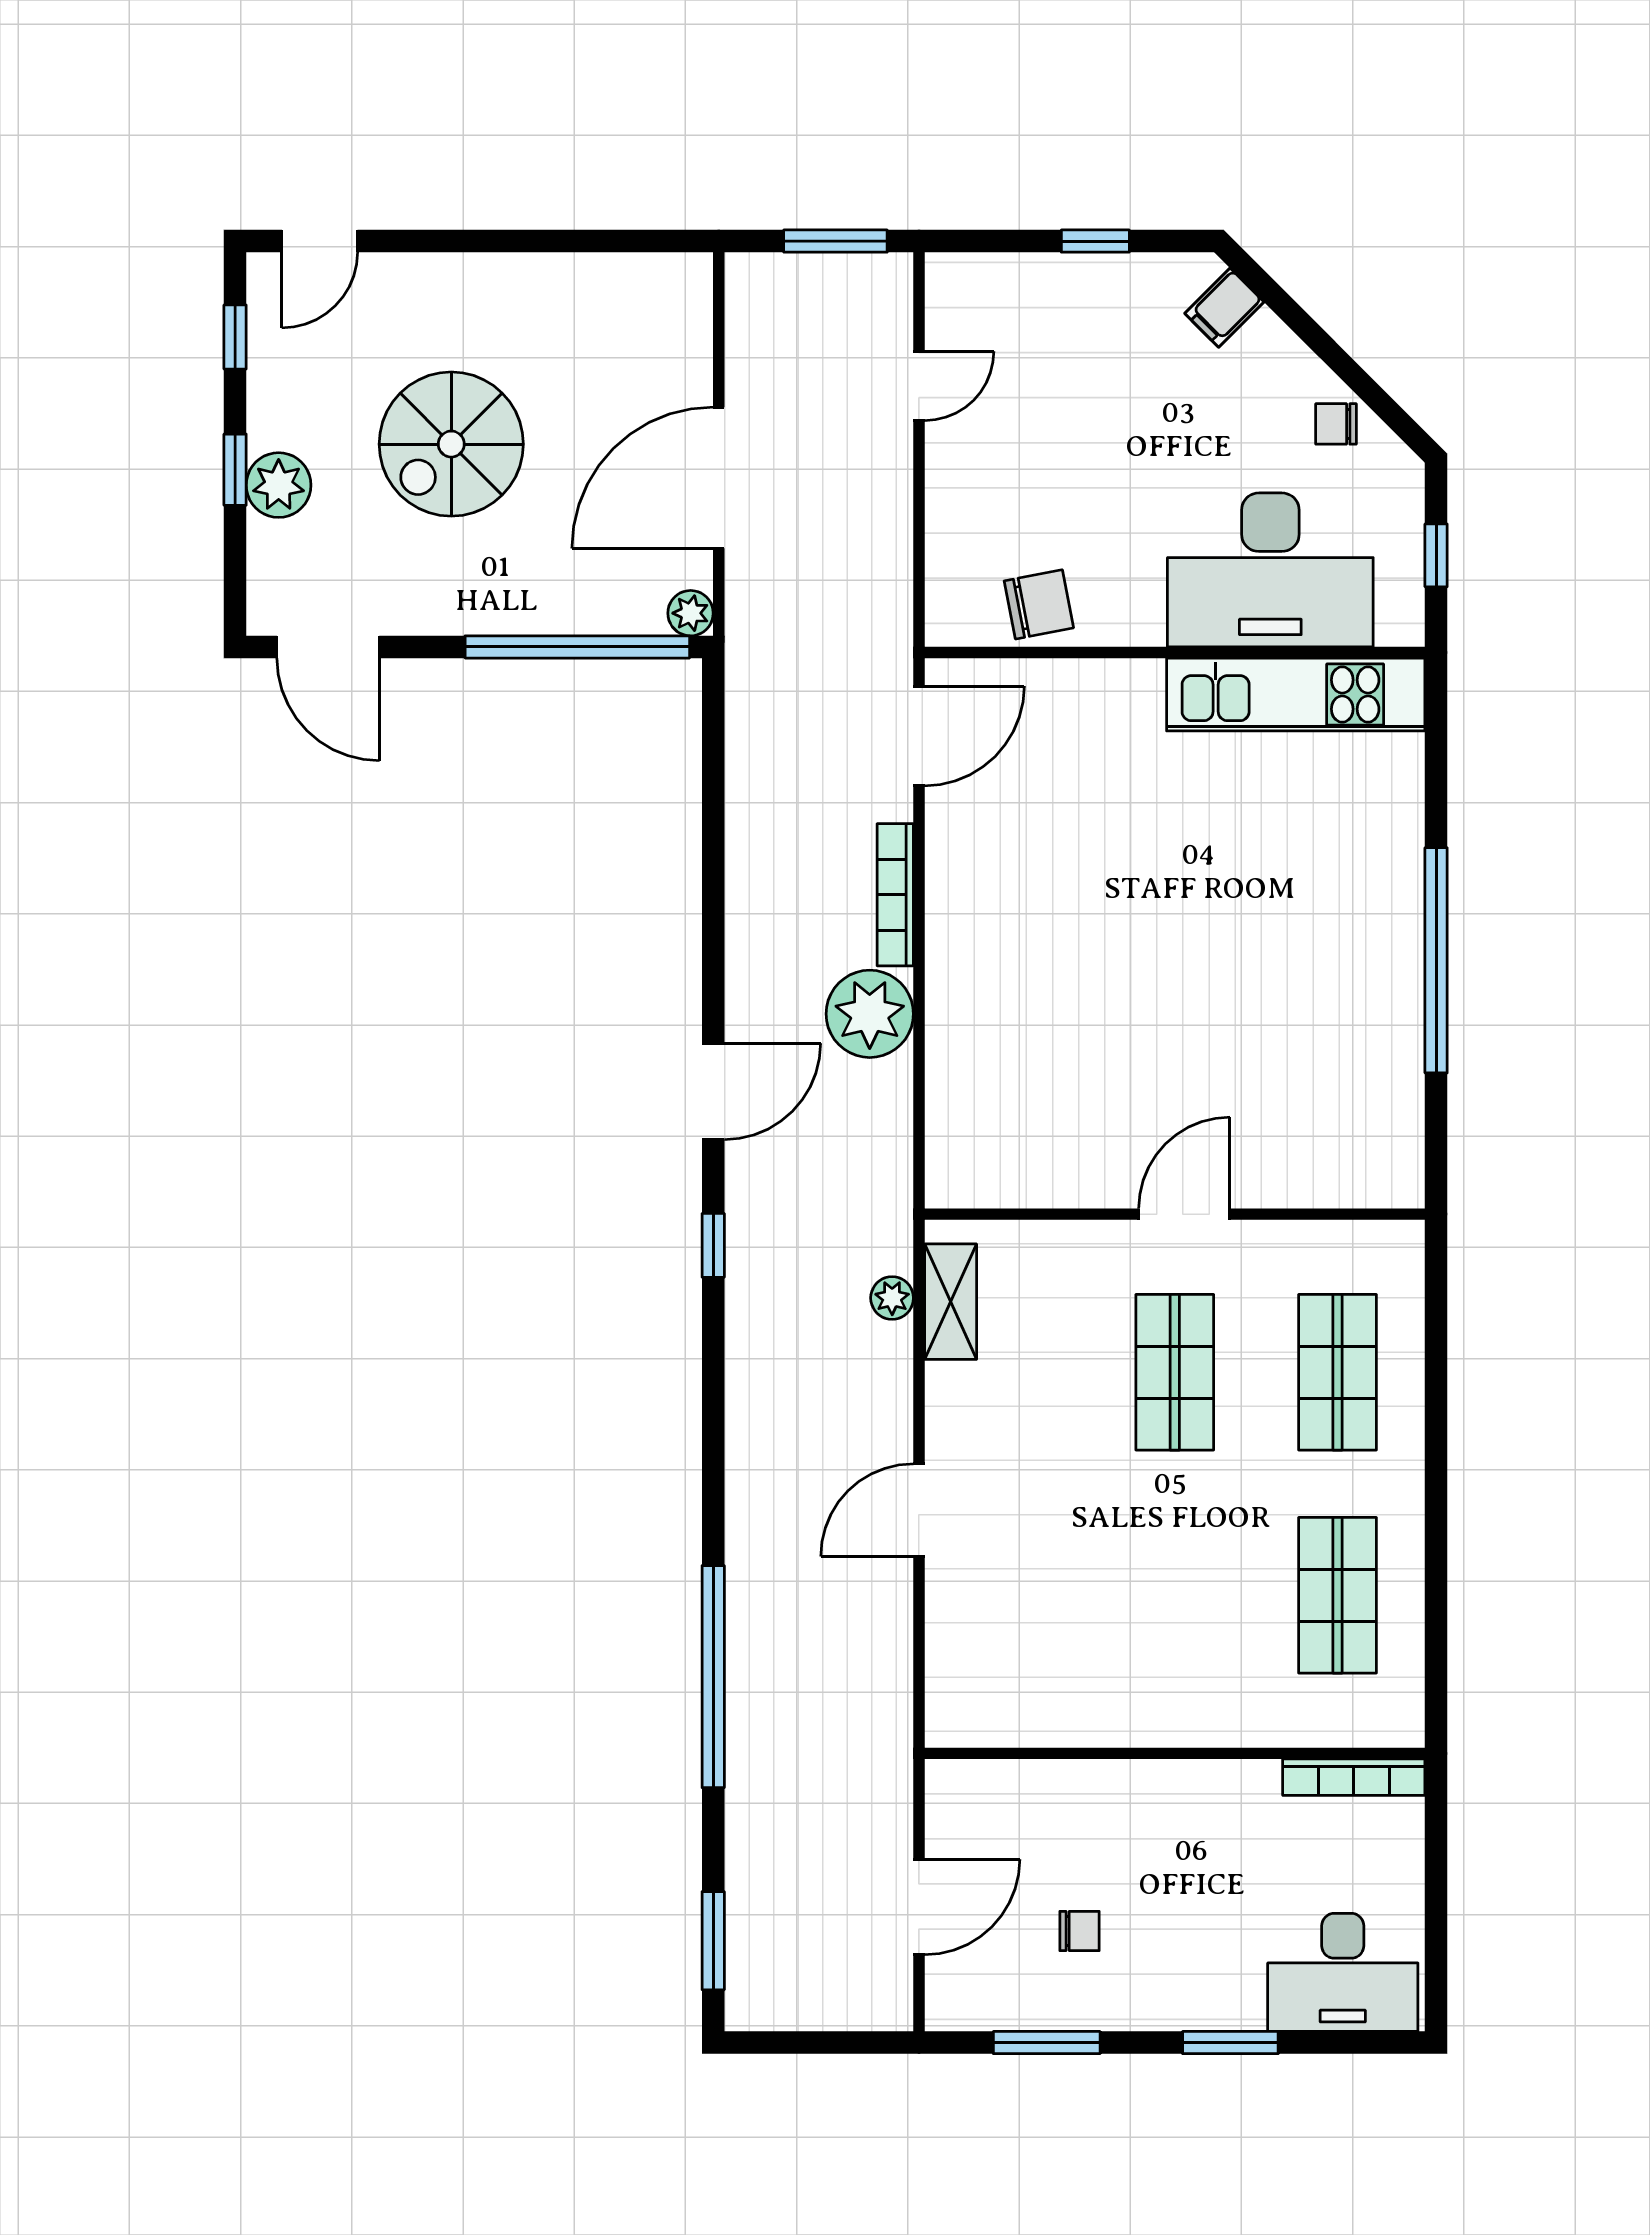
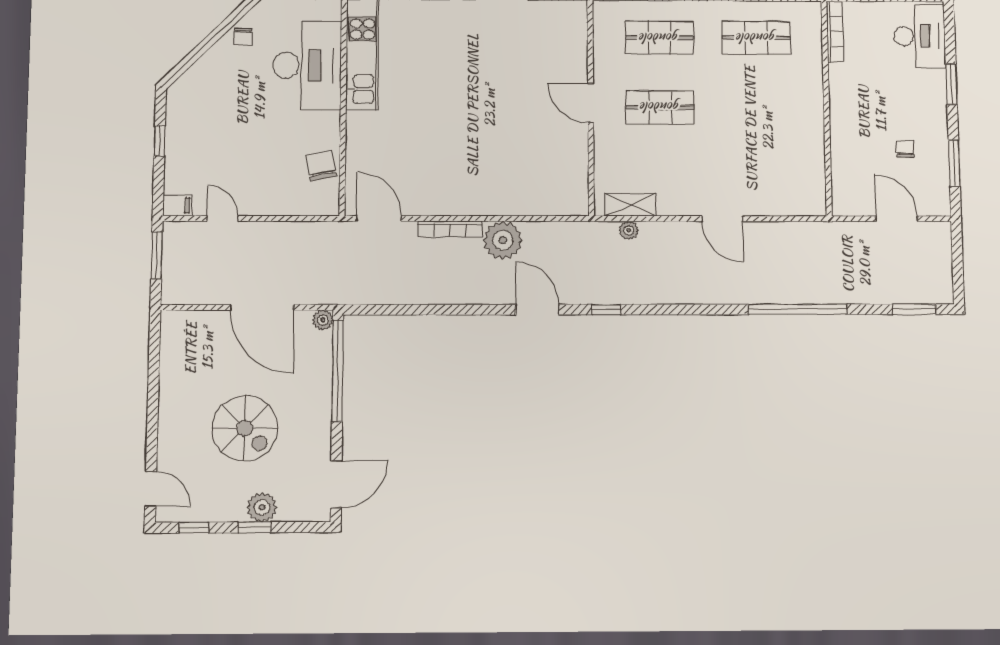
filing cabinet: (1224, 308) -> (177, 205), moved, turned -45

